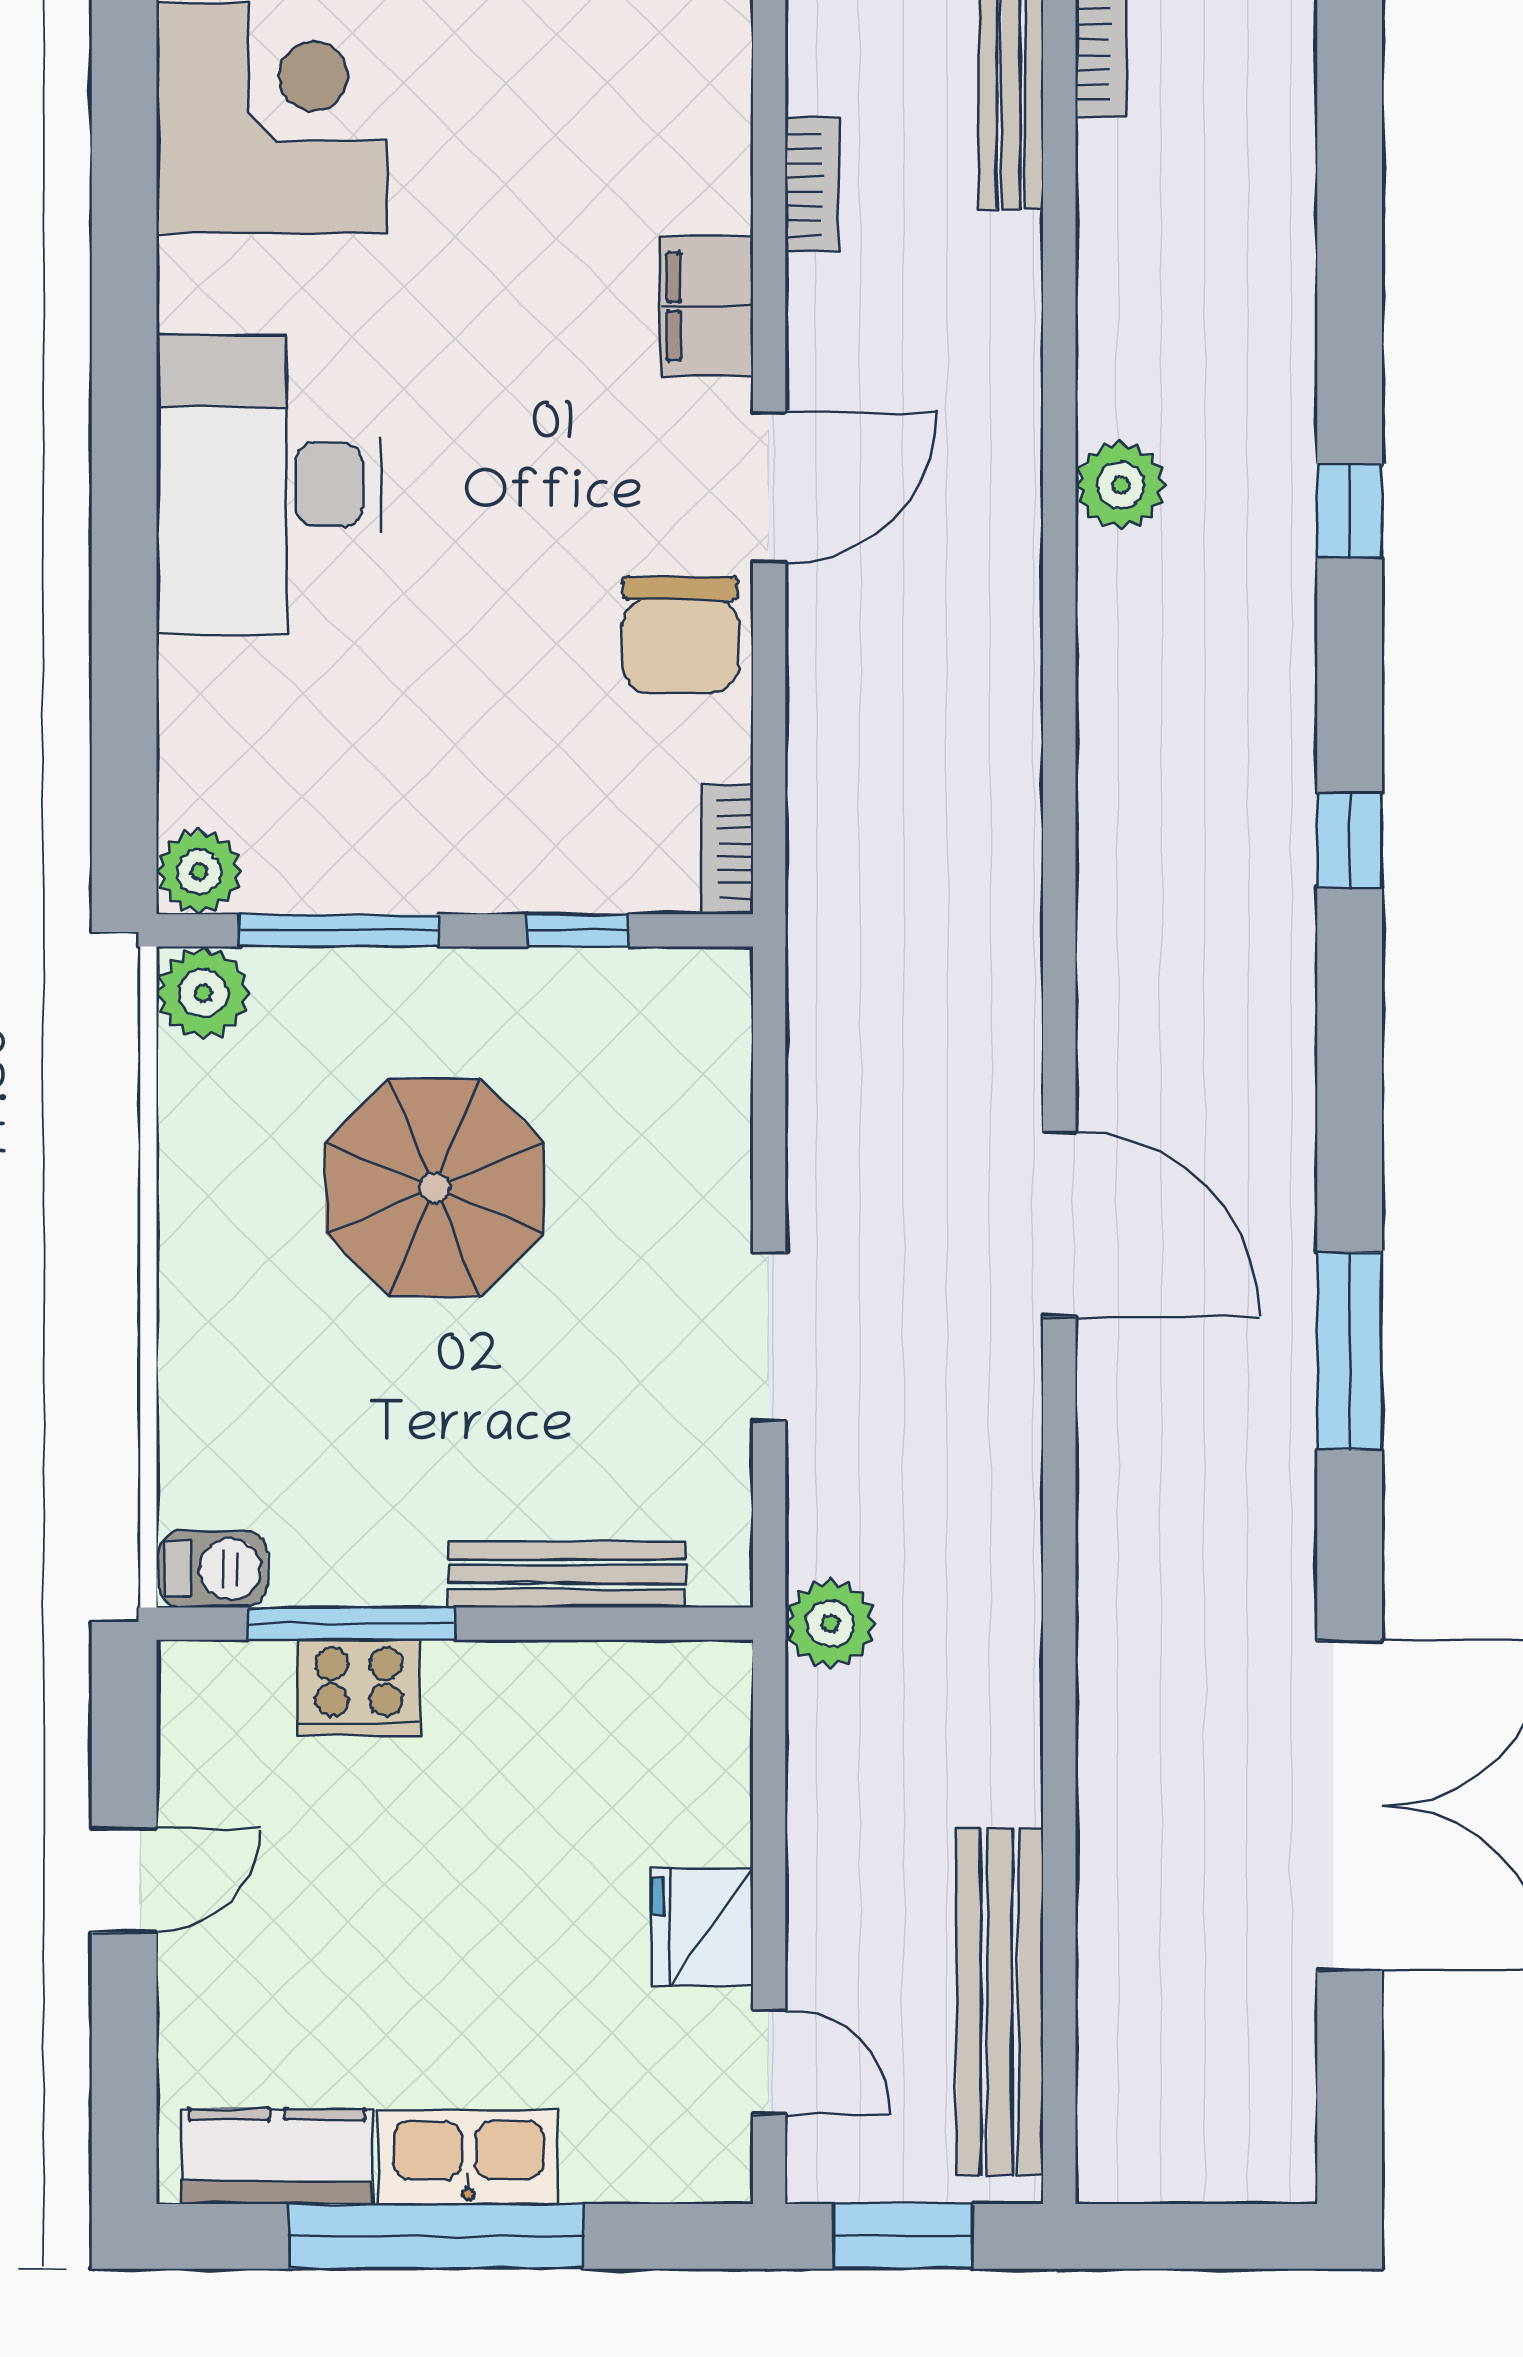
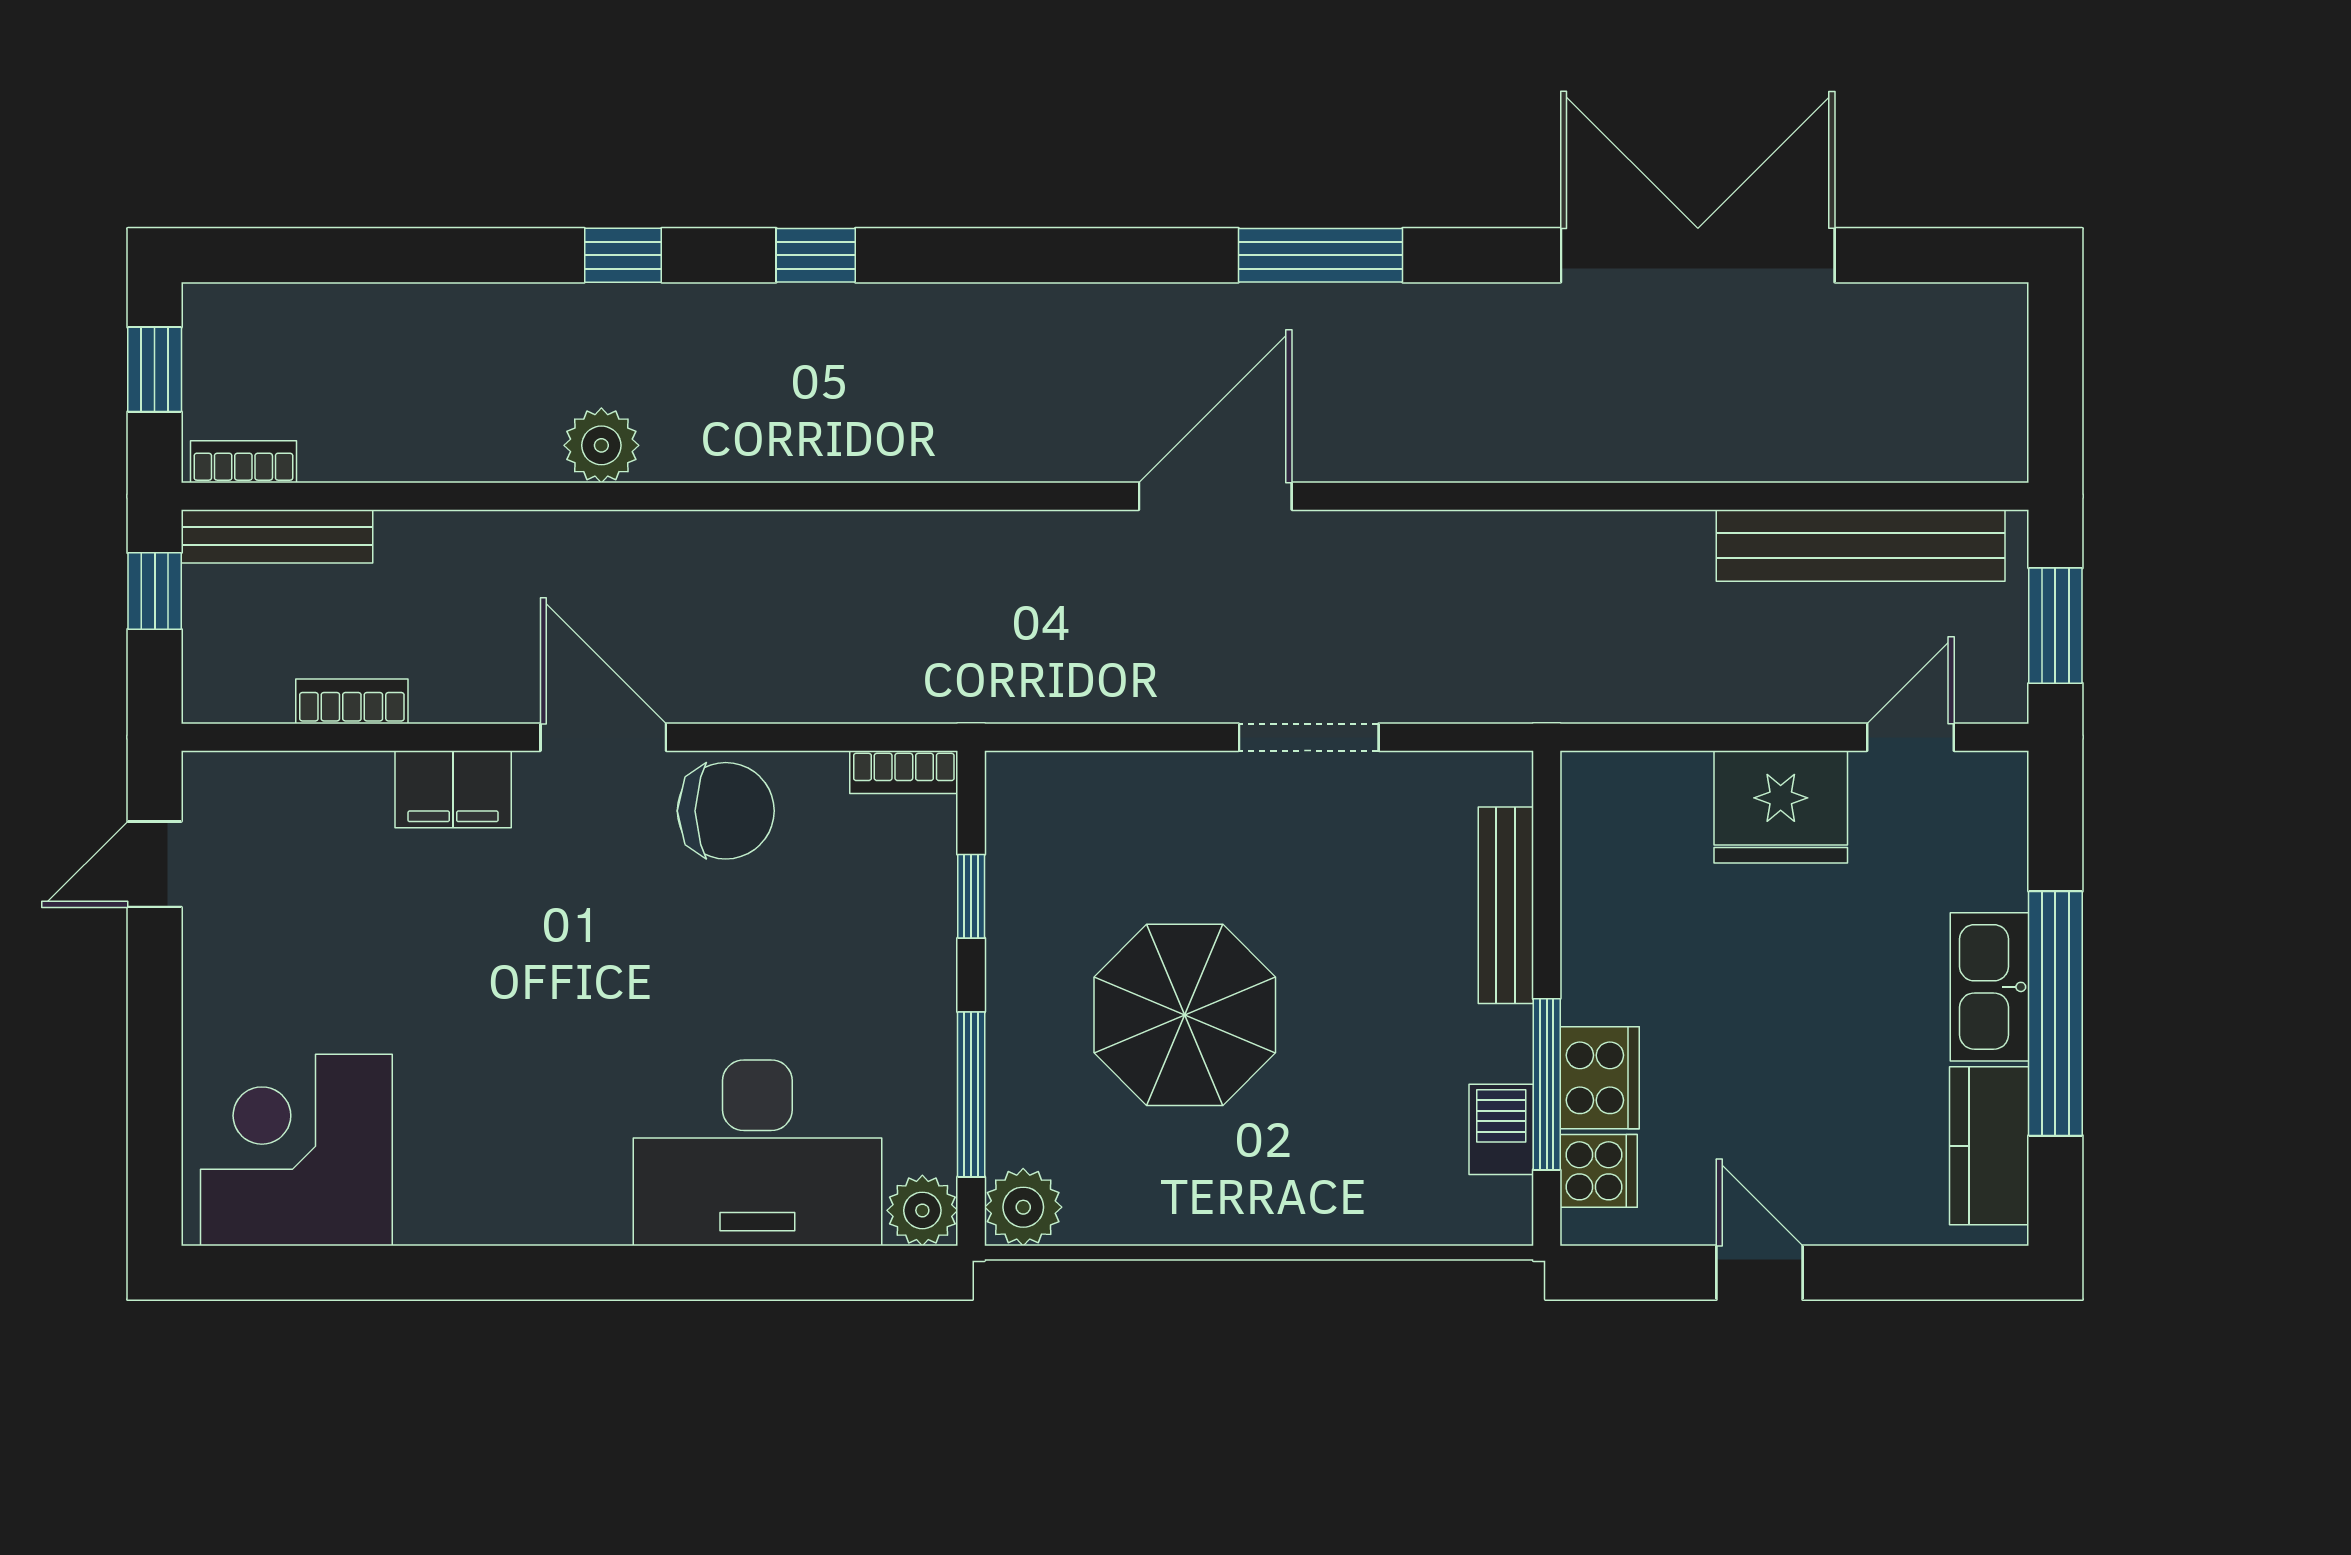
desk: (268, 485) -> (757, 1153), moved
window: (1350, 840) -> (816, 255), moved
barbecue: (213, 1569) -> (1501, 1129), moved
plant: (830, 1624) -> (1547, 686), removed
cooker: (247, 1686) -> (1599, 1171), added
fridge: (702, 1927) -> (1781, 807), width x1.36, depth x1.34

